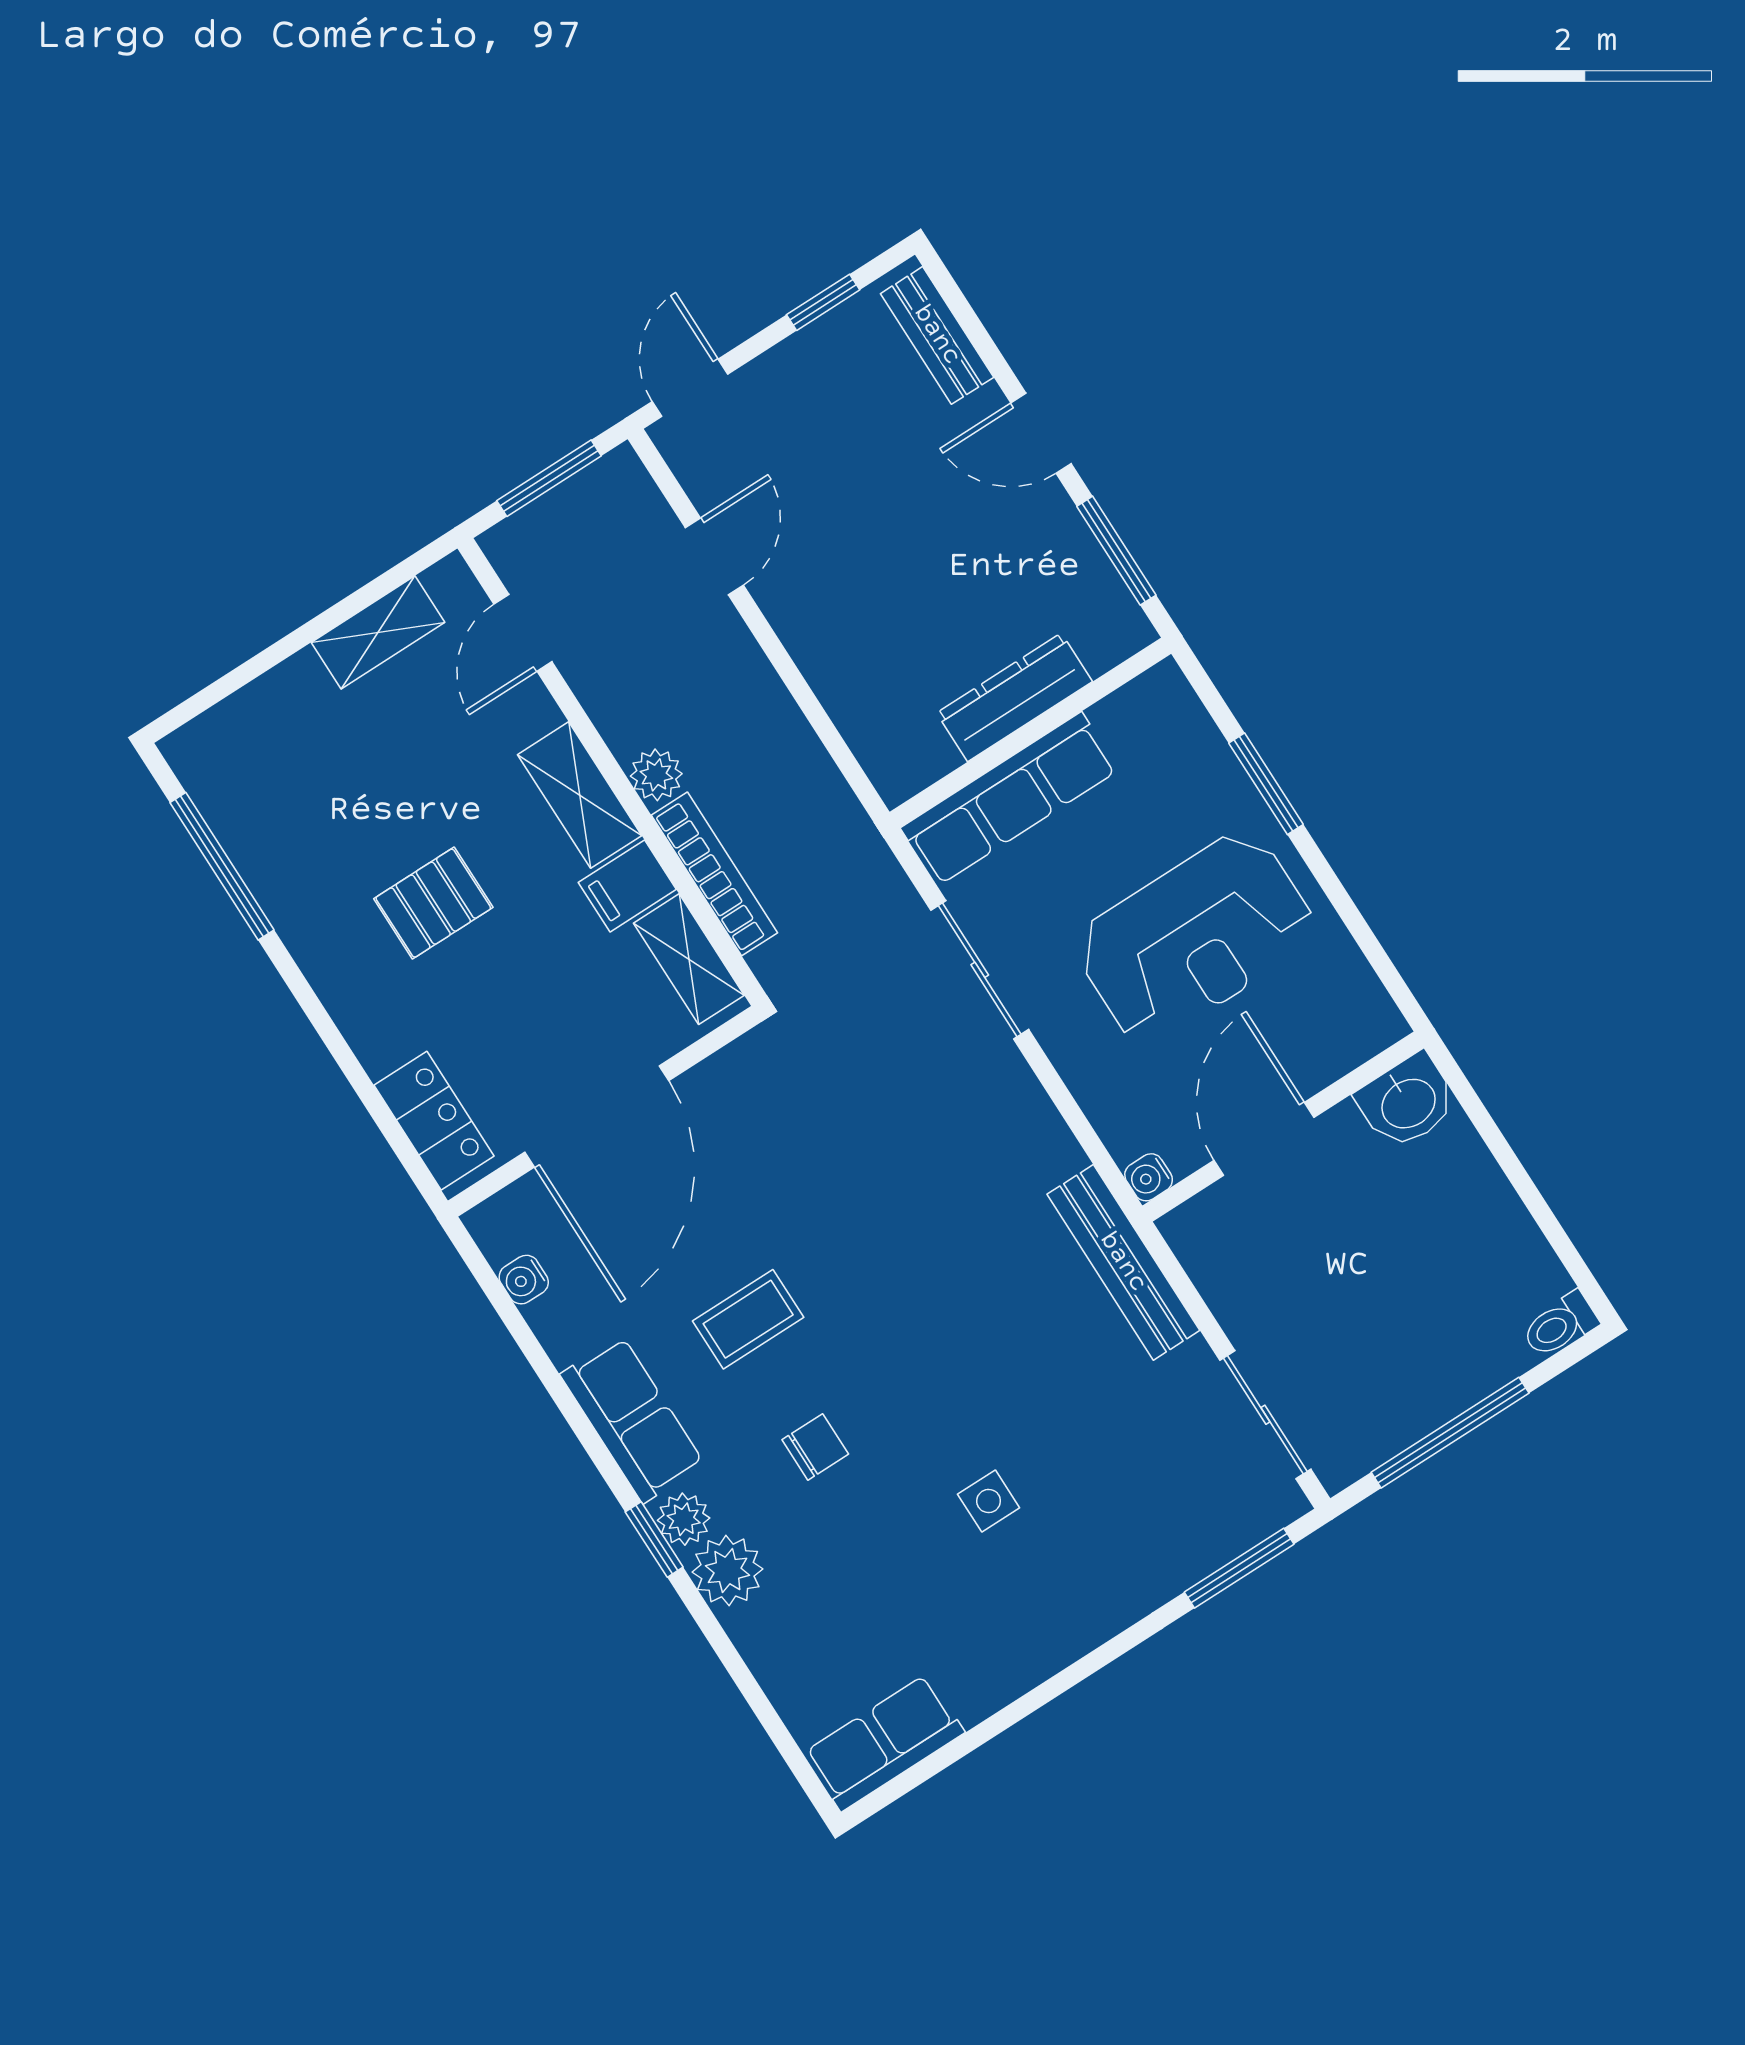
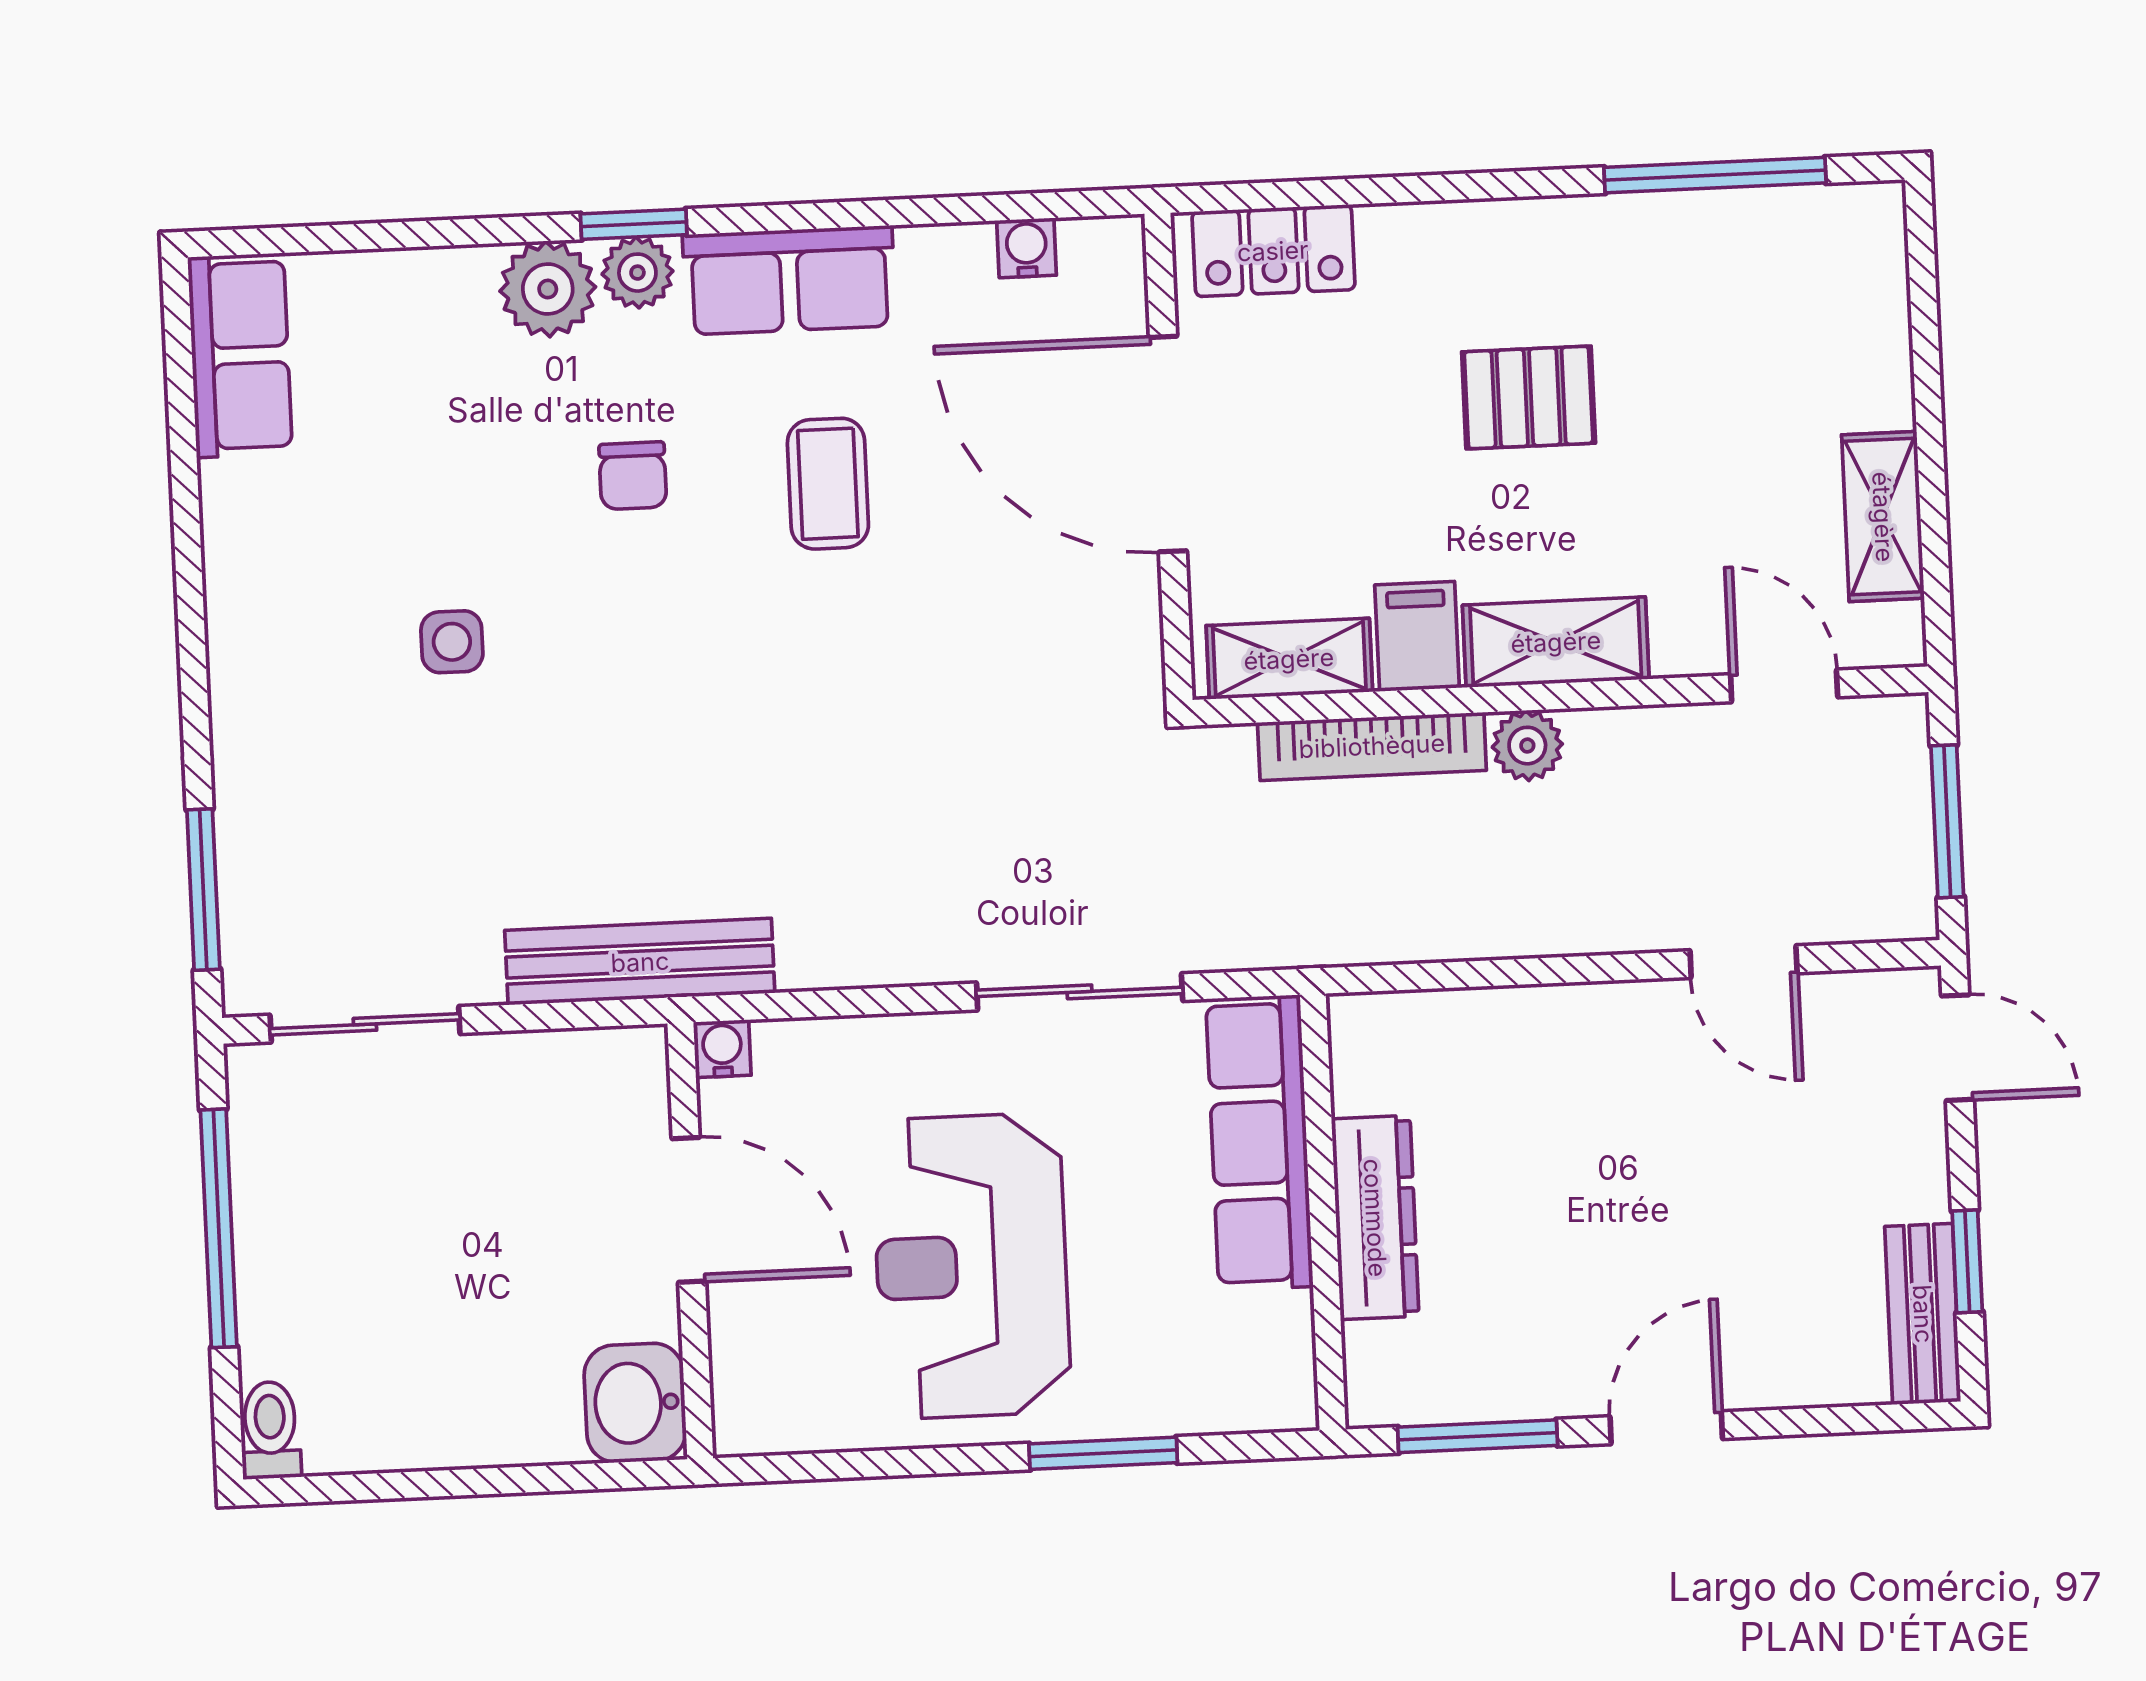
bench: (937, 335) -> (1923, 1314), moved, turned 90
pallet: (433, 903) -> (1529, 397), turned 90

